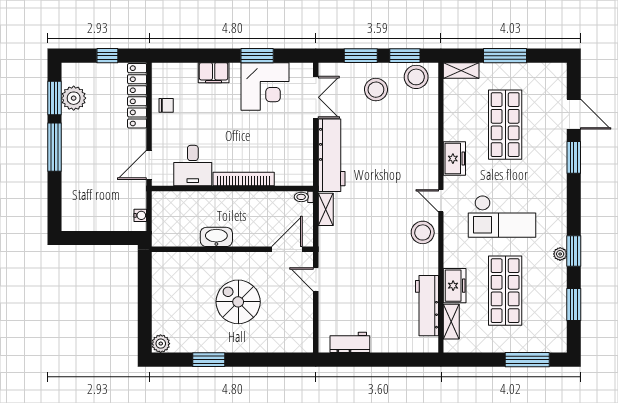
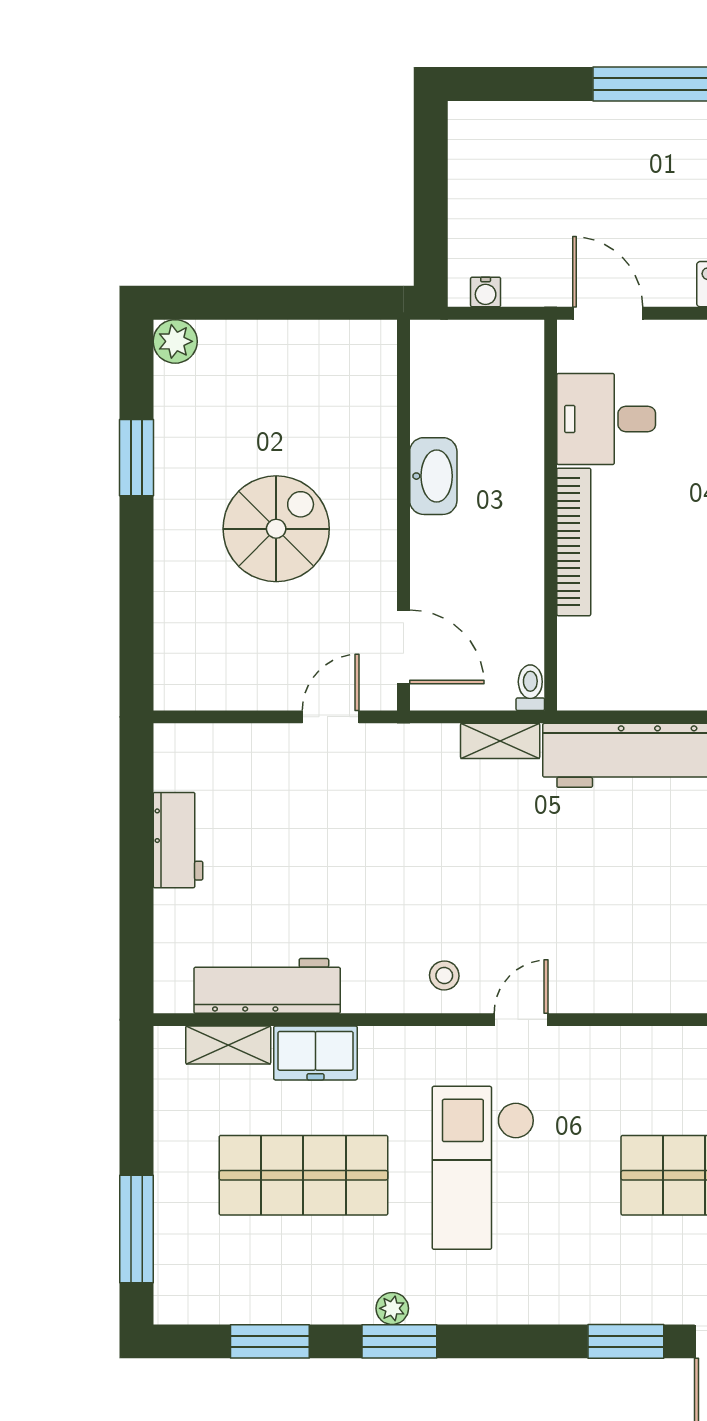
freezer: (454, 159) -> (623, 1052), removed
stool: (423, 232) -> (444, 976), width x0.53, depth x0.53
workbench: (350, 342) -> (178, 840), moved

